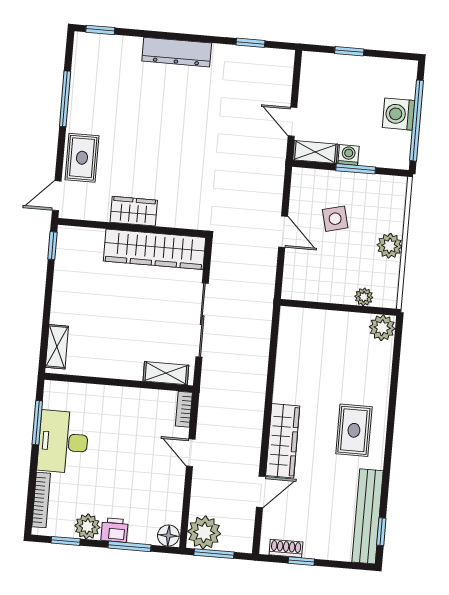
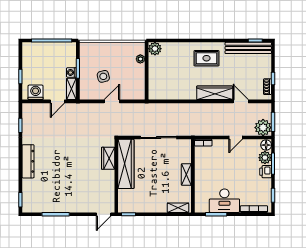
washing machine: (399, 114) -> (36, 92), moved, turned 180
rug: (82, 158) -> (84, 203), removed
door: (57, 196) -> (104, 214), hinge flipped
wardrobe: (134, 211) -> (108, 158), moved
plant: (390, 246) -> (114, 48), removed
shelving: (166, 373) -> (186, 174), moved
door: (191, 453) -> (236, 138), moved
plant: (87, 526) -> (265, 158), moved

